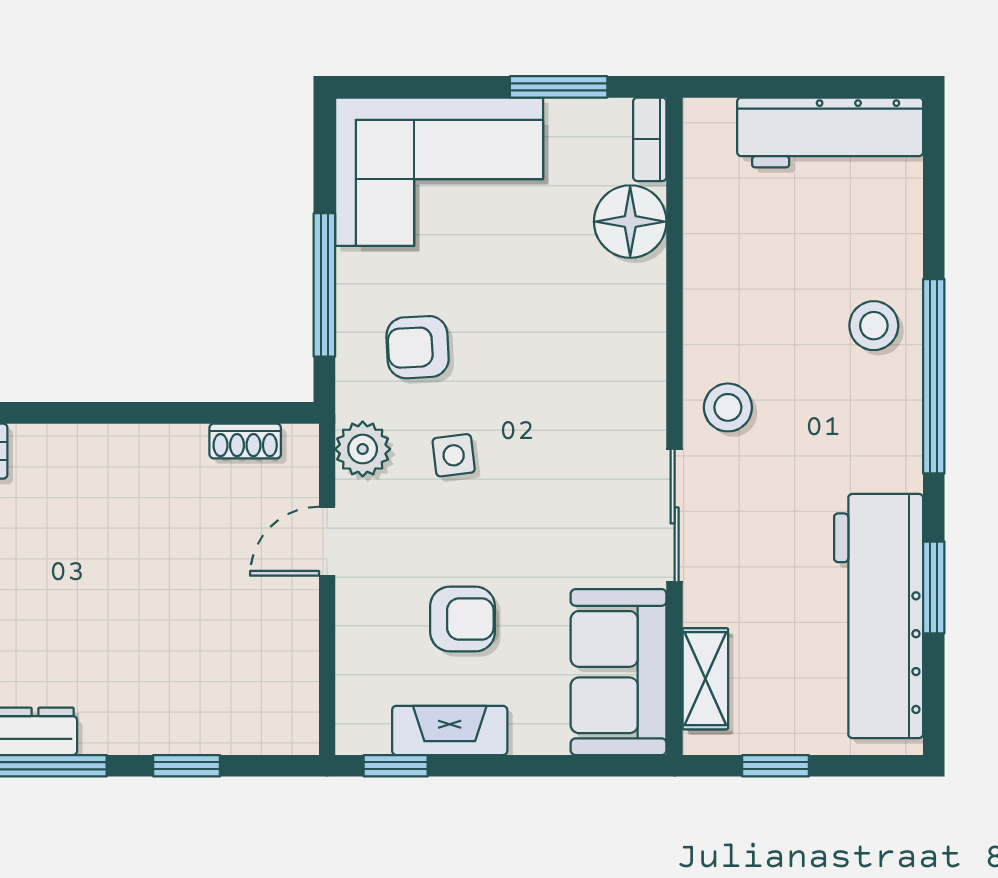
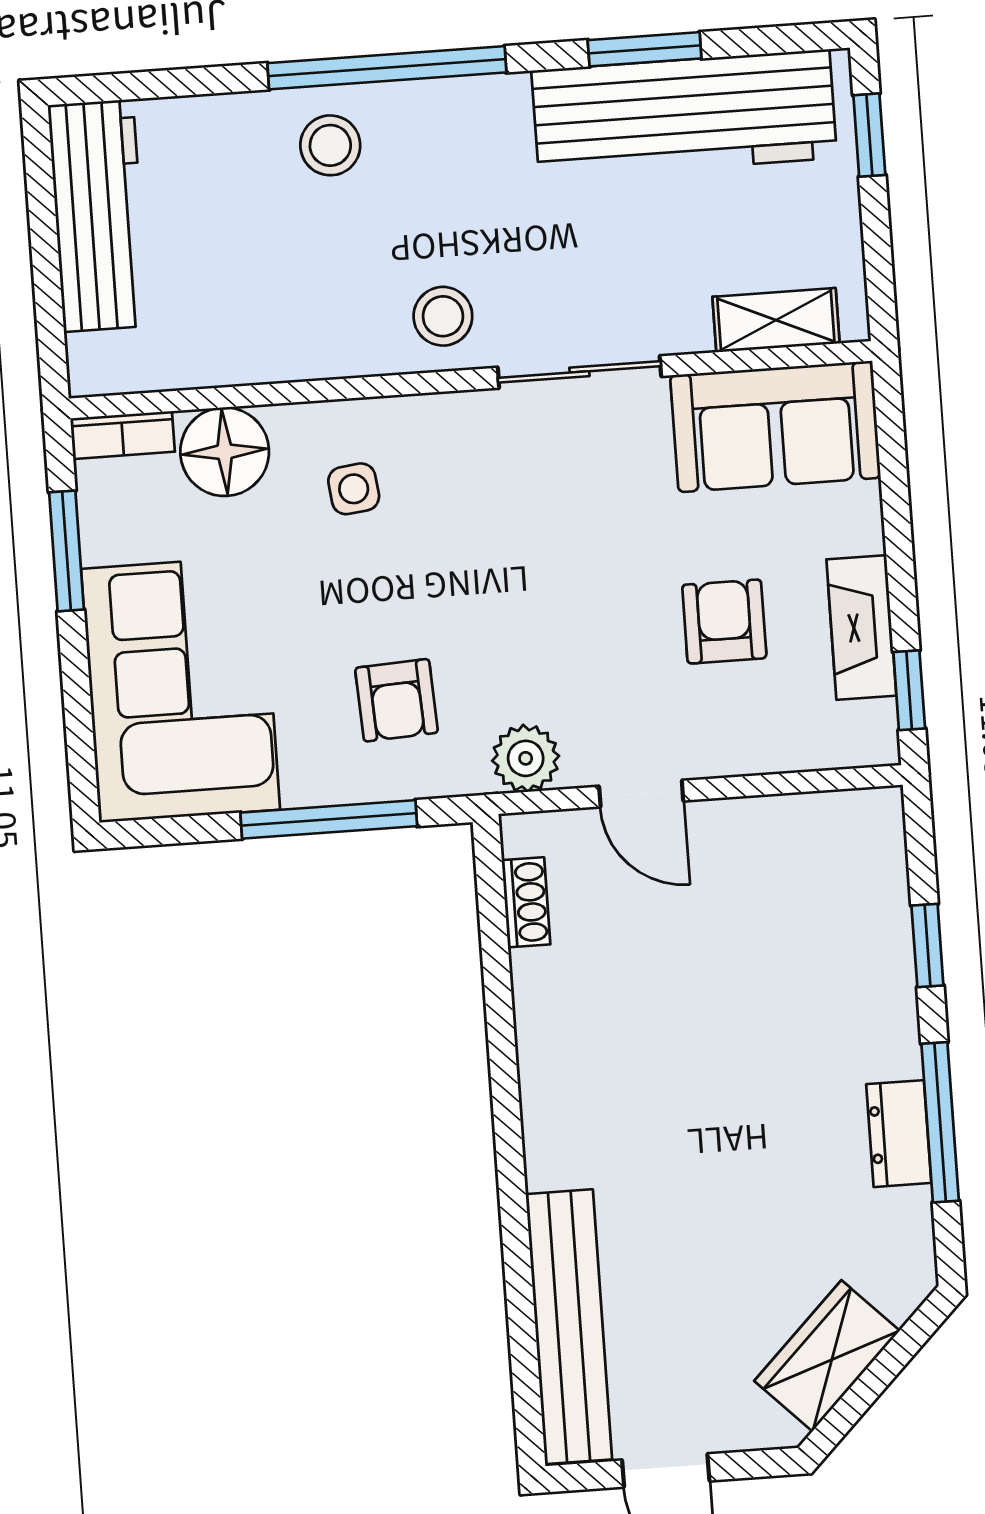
side table: (454, 455) -> (354, 489), moved
window: (776, 766) -> (869, 135), moved

